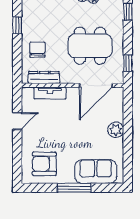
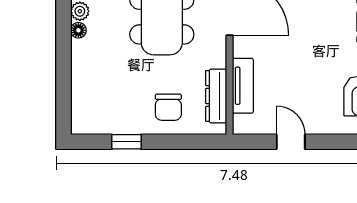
chair: (37, 50) -> (168, 107), turned -90

